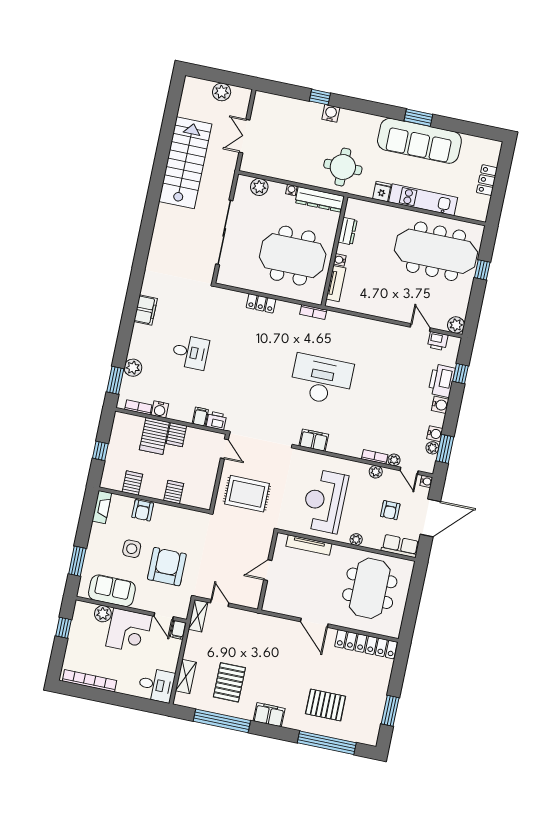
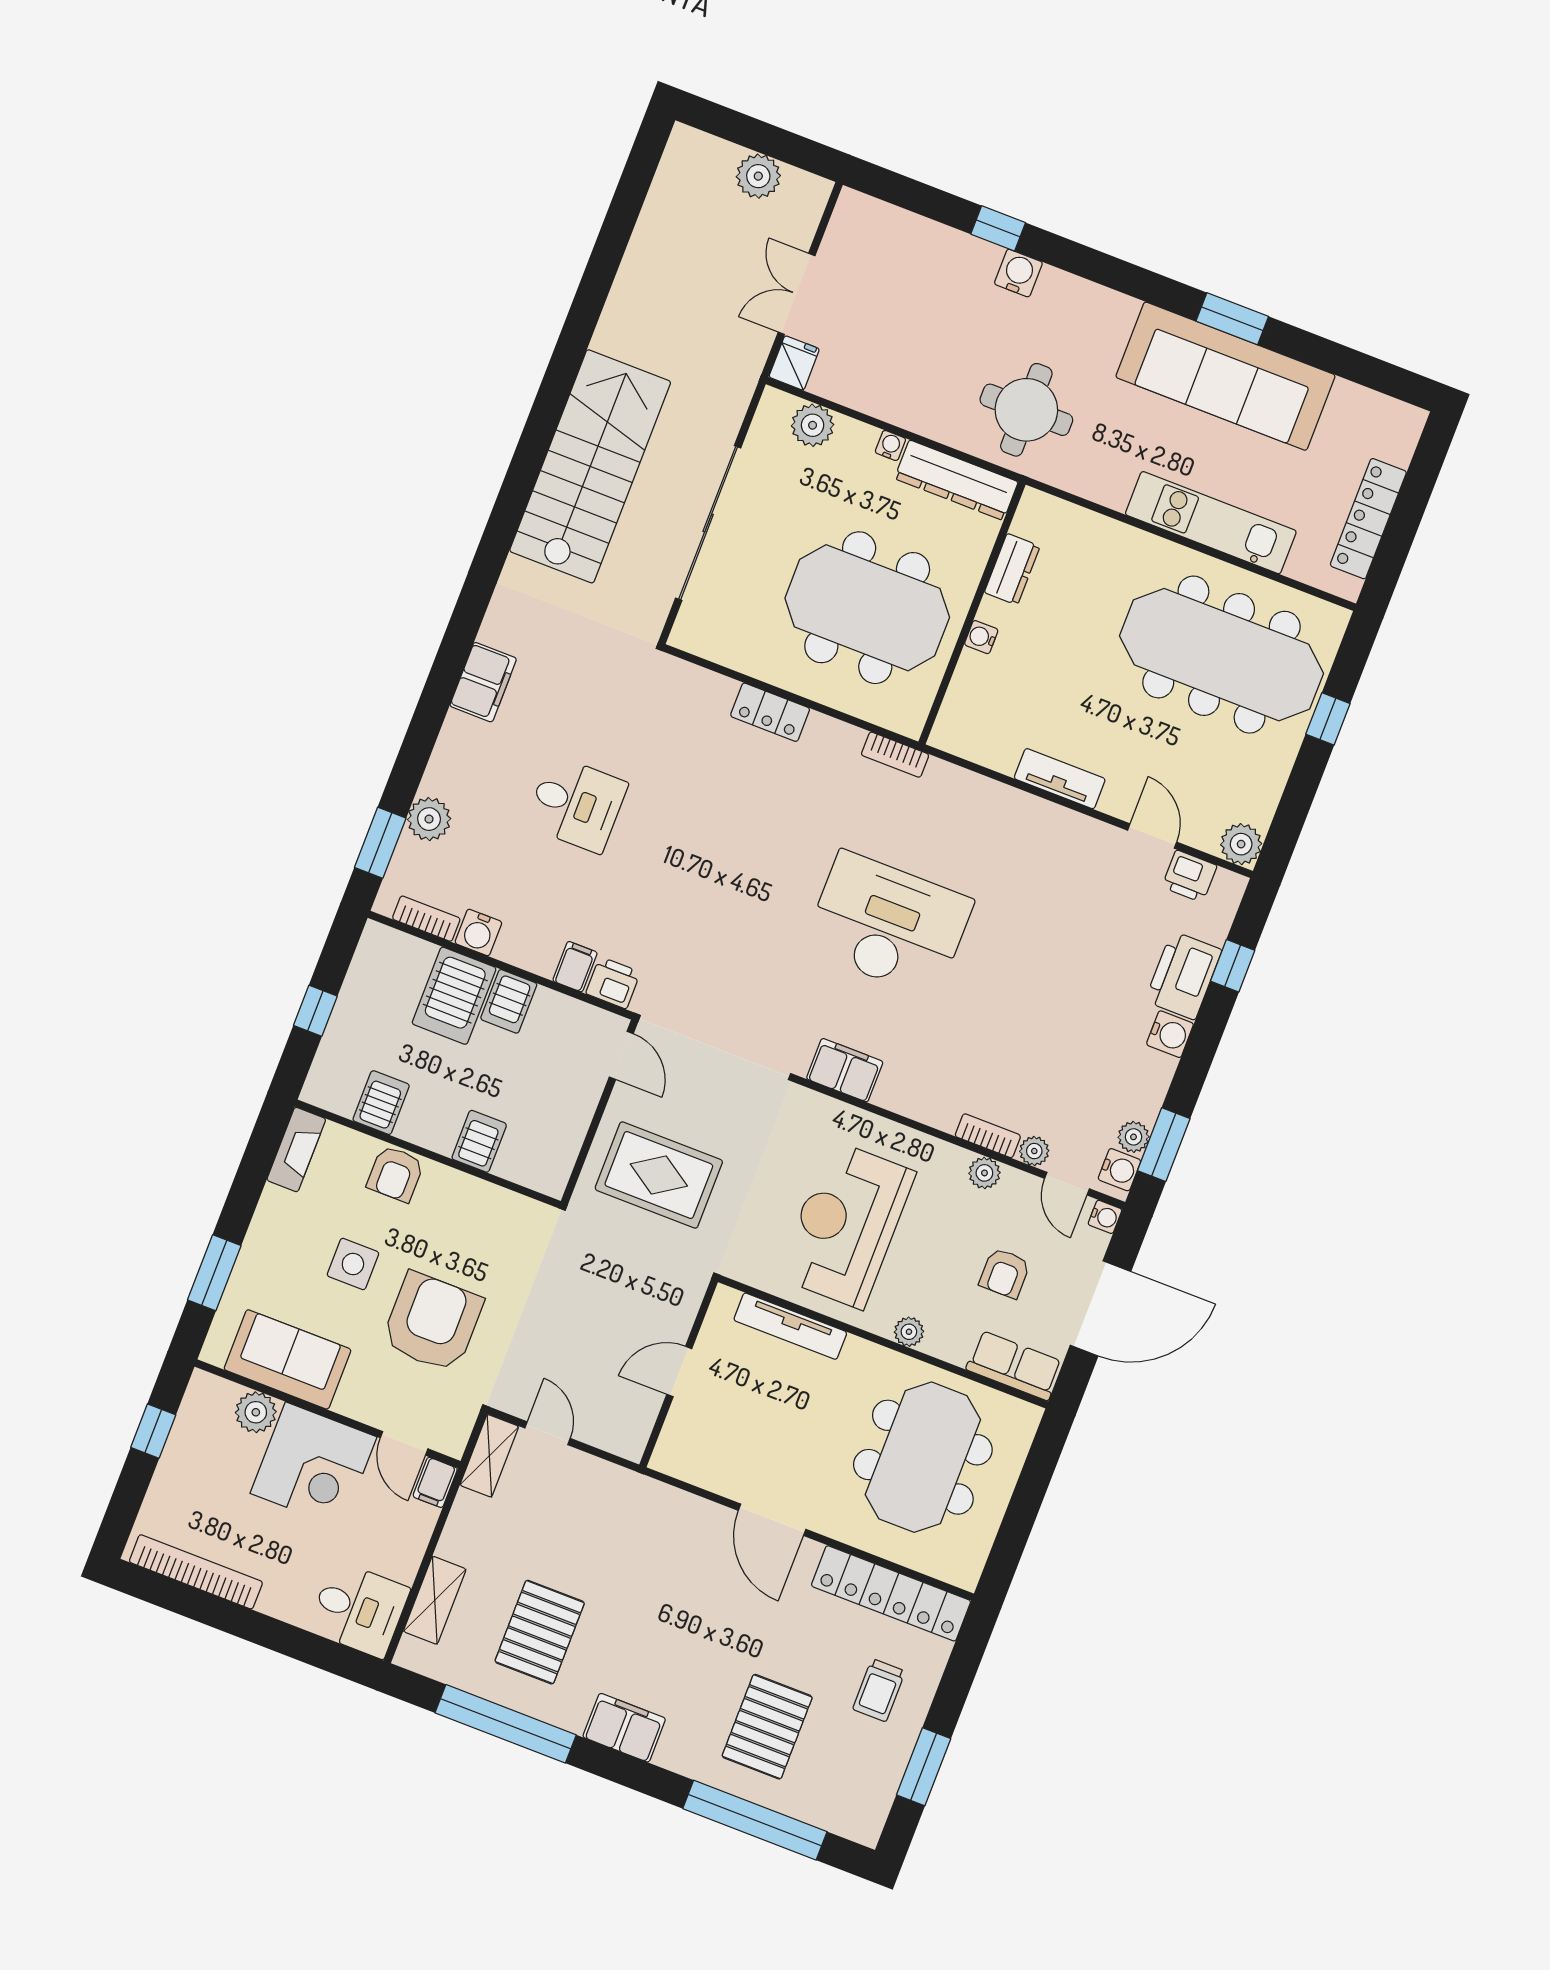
stairs: (185, 163) -> (590, 466), moved
locker: (487, 180) -> (1368, 519), width x1.53
fridge: (382, 191) -> (794, 363), moved
tv unit: (336, 284) -> (1060, 779), moved, turned -90
water cooler: (435, 434) -> (1119, 1170), moved
trolley: (367, 683) -> (879, 1690), added
pallet: (326, 705) -> (767, 1727), turned 90

